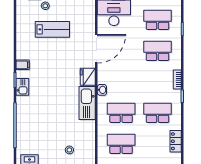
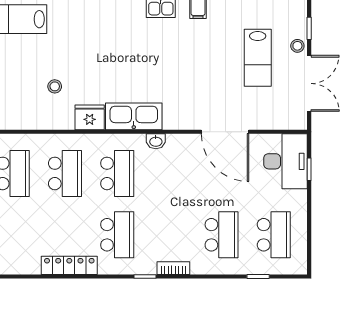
fridge: (88, 77) -> (90, 117), moved
locker: (176, 141) -> (69, 265), width x1.53

